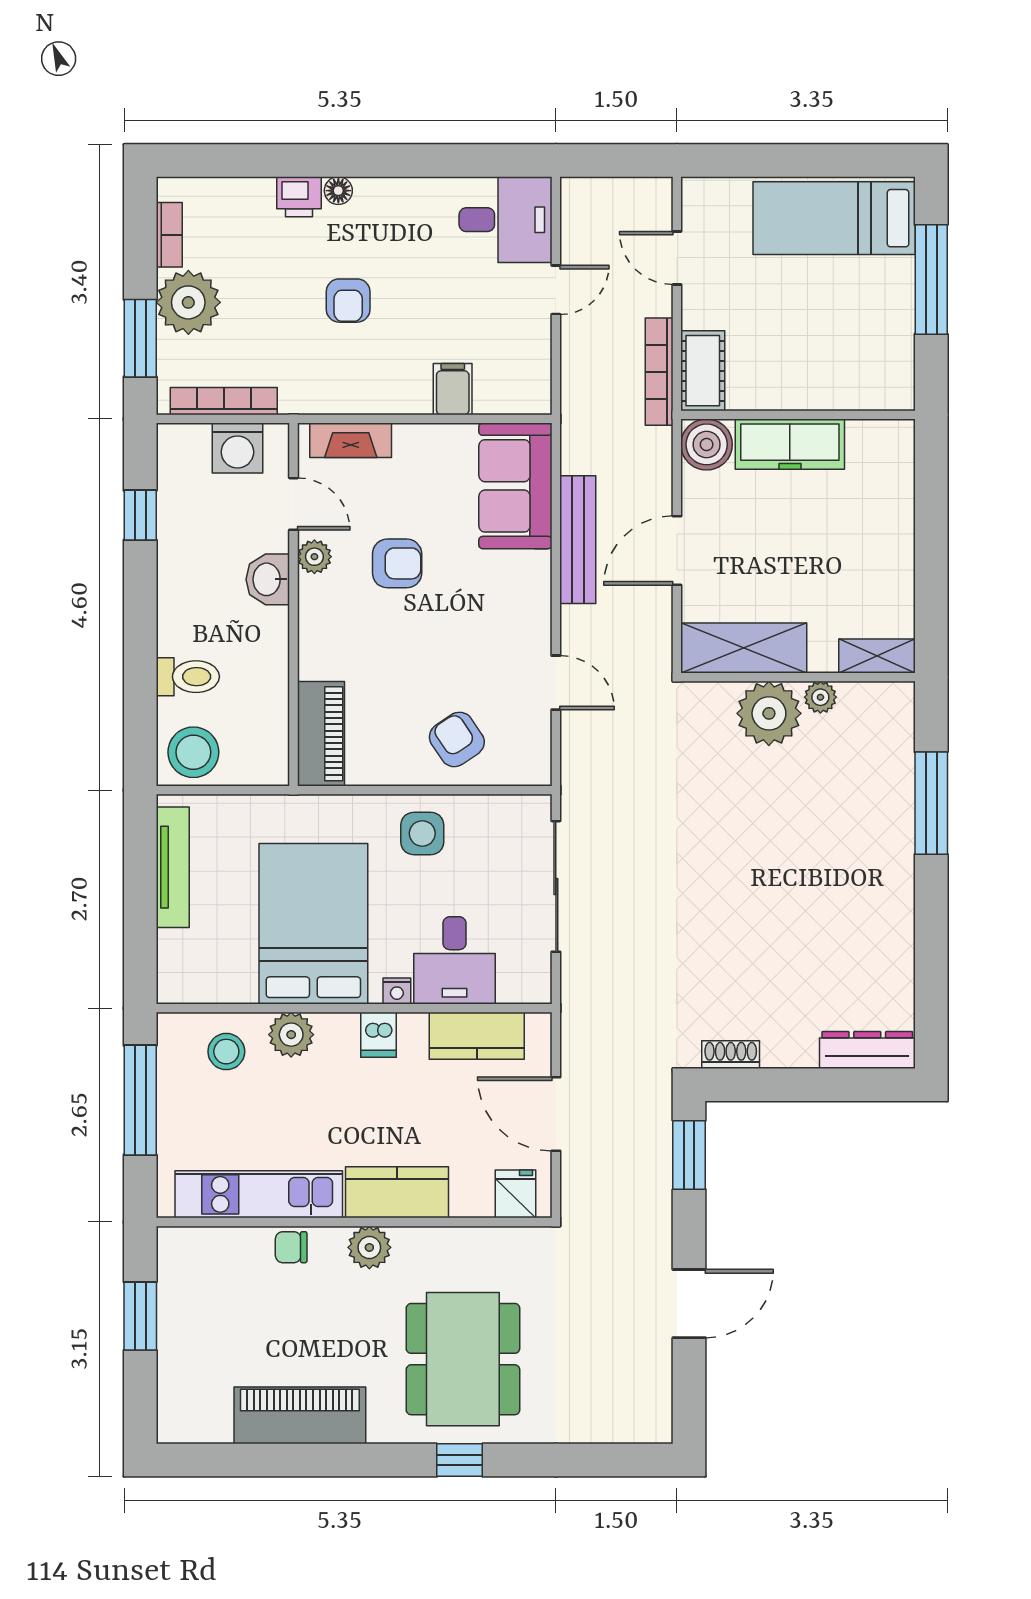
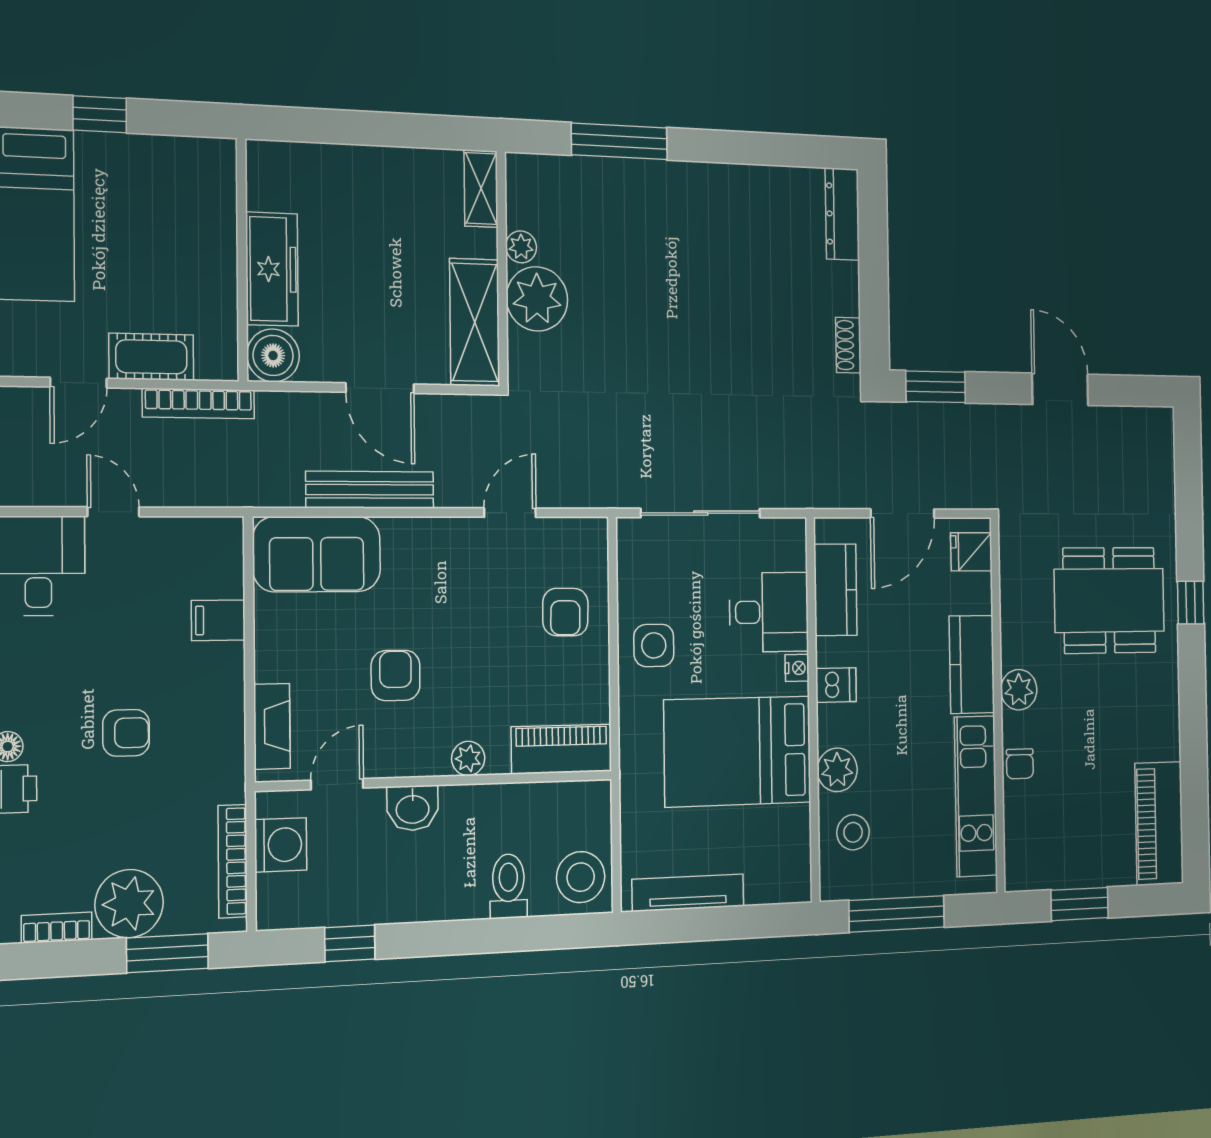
window: (931, 279) -> (100, 114), width x0.46
cot: (703, 371) -> (151, 357), moved
plant: (314, 557) -> (468, 758), moved
armchair: (457, 739) -> (565, 612), turned -55
piano: (300, 1415) -> (1159, 823), moved

